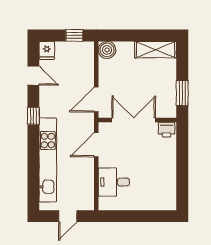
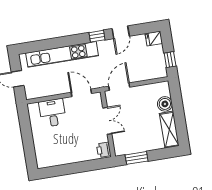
boiler: (107, 50) -> (165, 104), moved
door: (33, 76) -> (121, 32), moved
door: (96, 100) -> (119, 87), hinge flipped
double door: (134, 120) -> (107, 121), width x0.73

